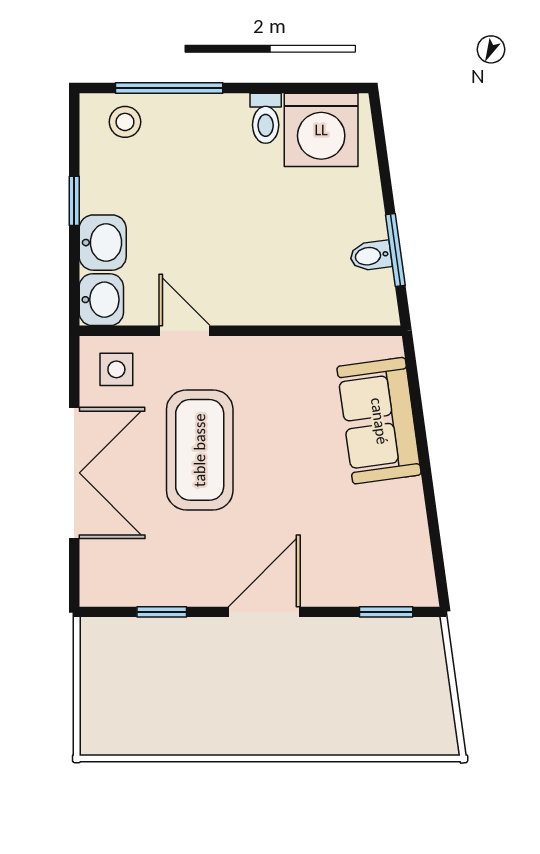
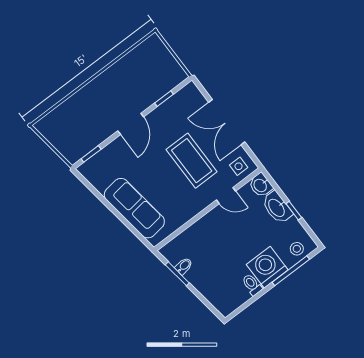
washing machine: (321, 130) -> (267, 267), moved
washbasin: (103, 243) -> (277, 208), width x1.38
sofa: (379, 421) -> (134, 208), width x1.36

